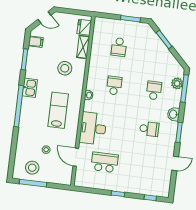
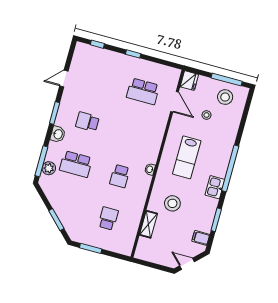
fridge: (84, 27) -> (189, 81), moved
school desk: (154, 90) -> (76, 164), width x1.85
desk: (93, 128) -> (150, 131), removed

